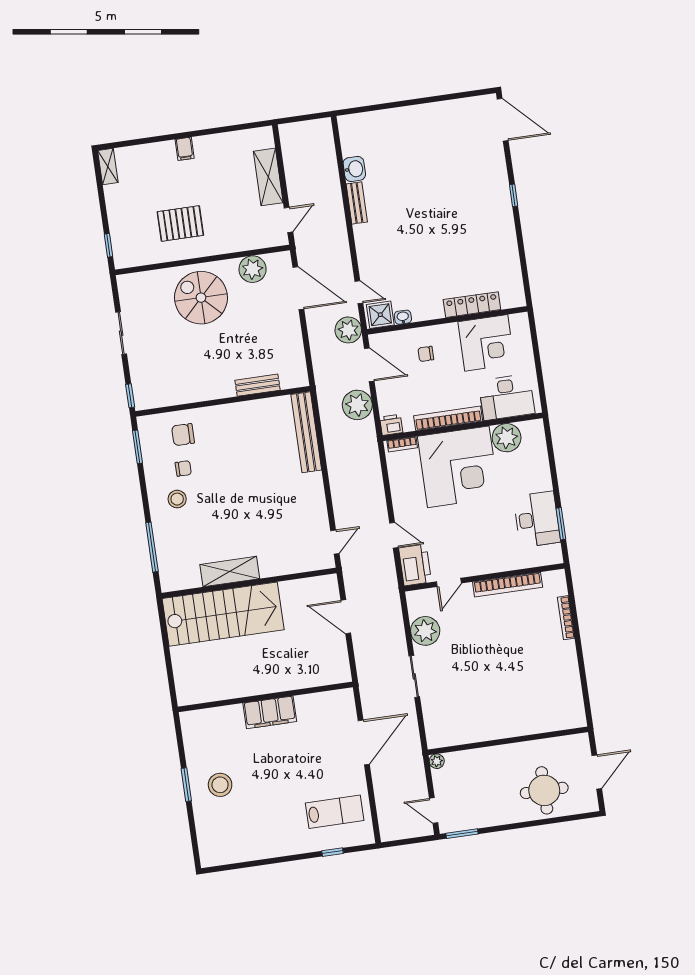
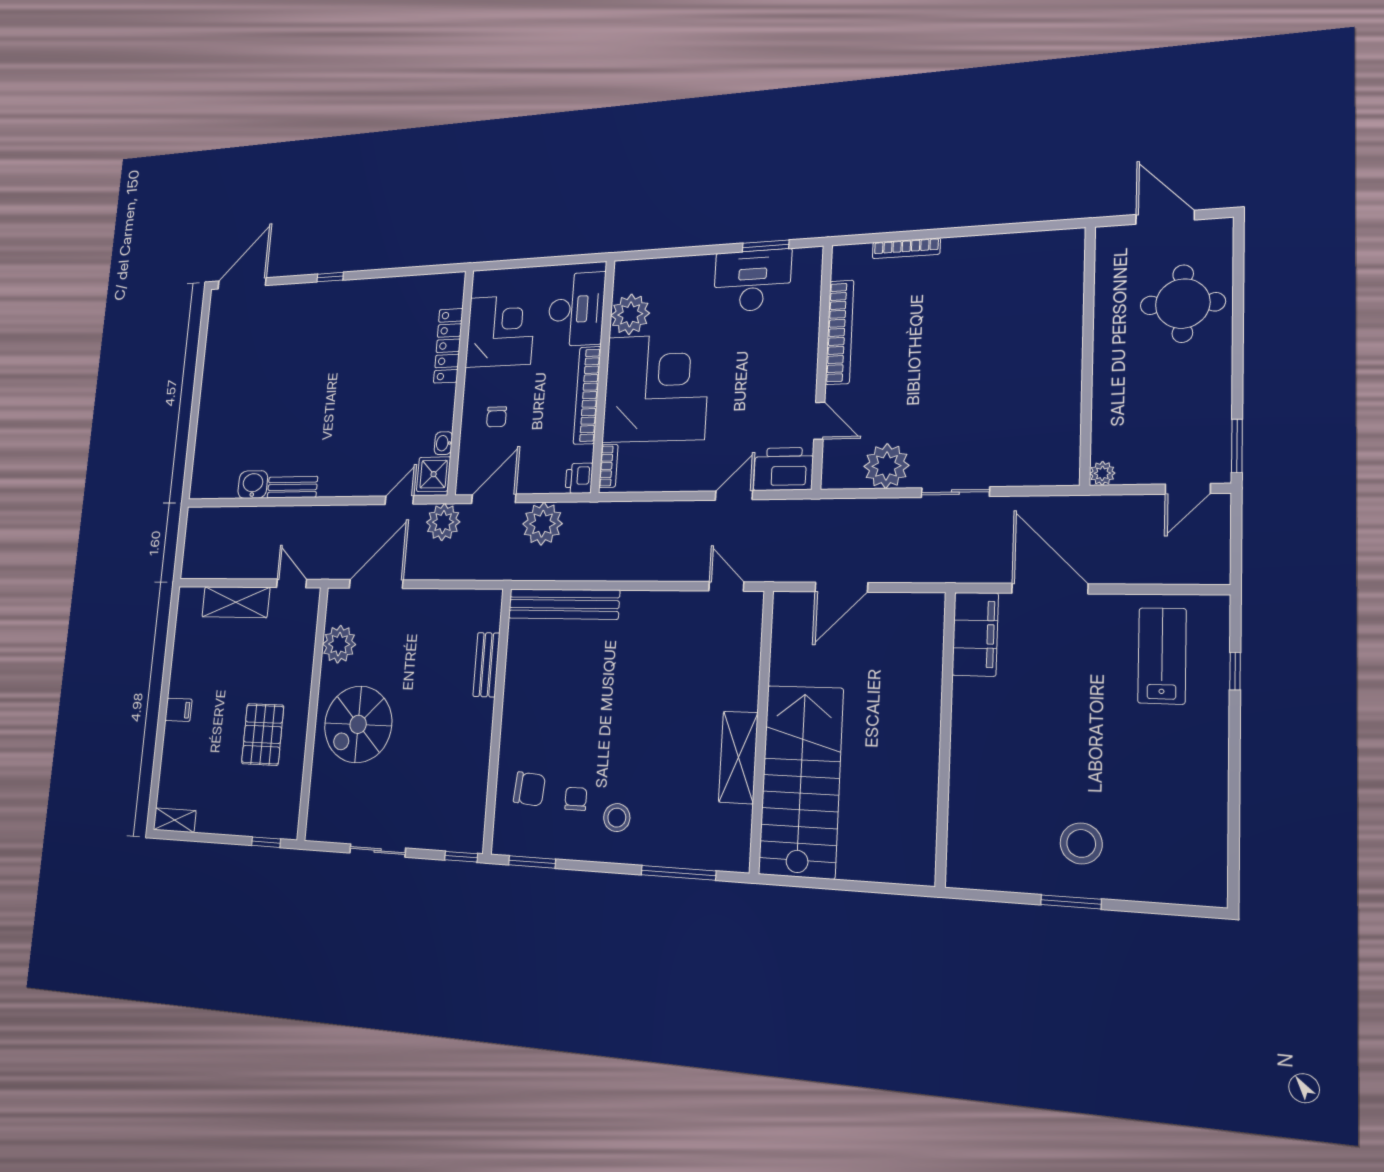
chair: (183, 435) -> (529, 789), turned -85
filing cabinet: (270, 712) -> (975, 634), moved

